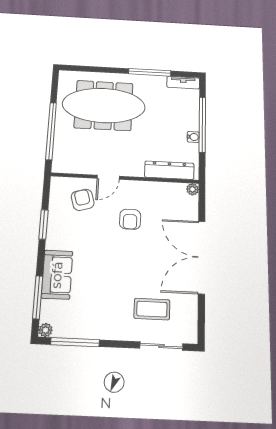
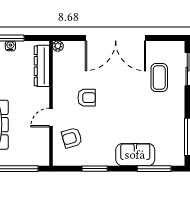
door: (108, 177) -> (51, 118), swing flipped
plant: (46, 330) -> (179, 160), removed

